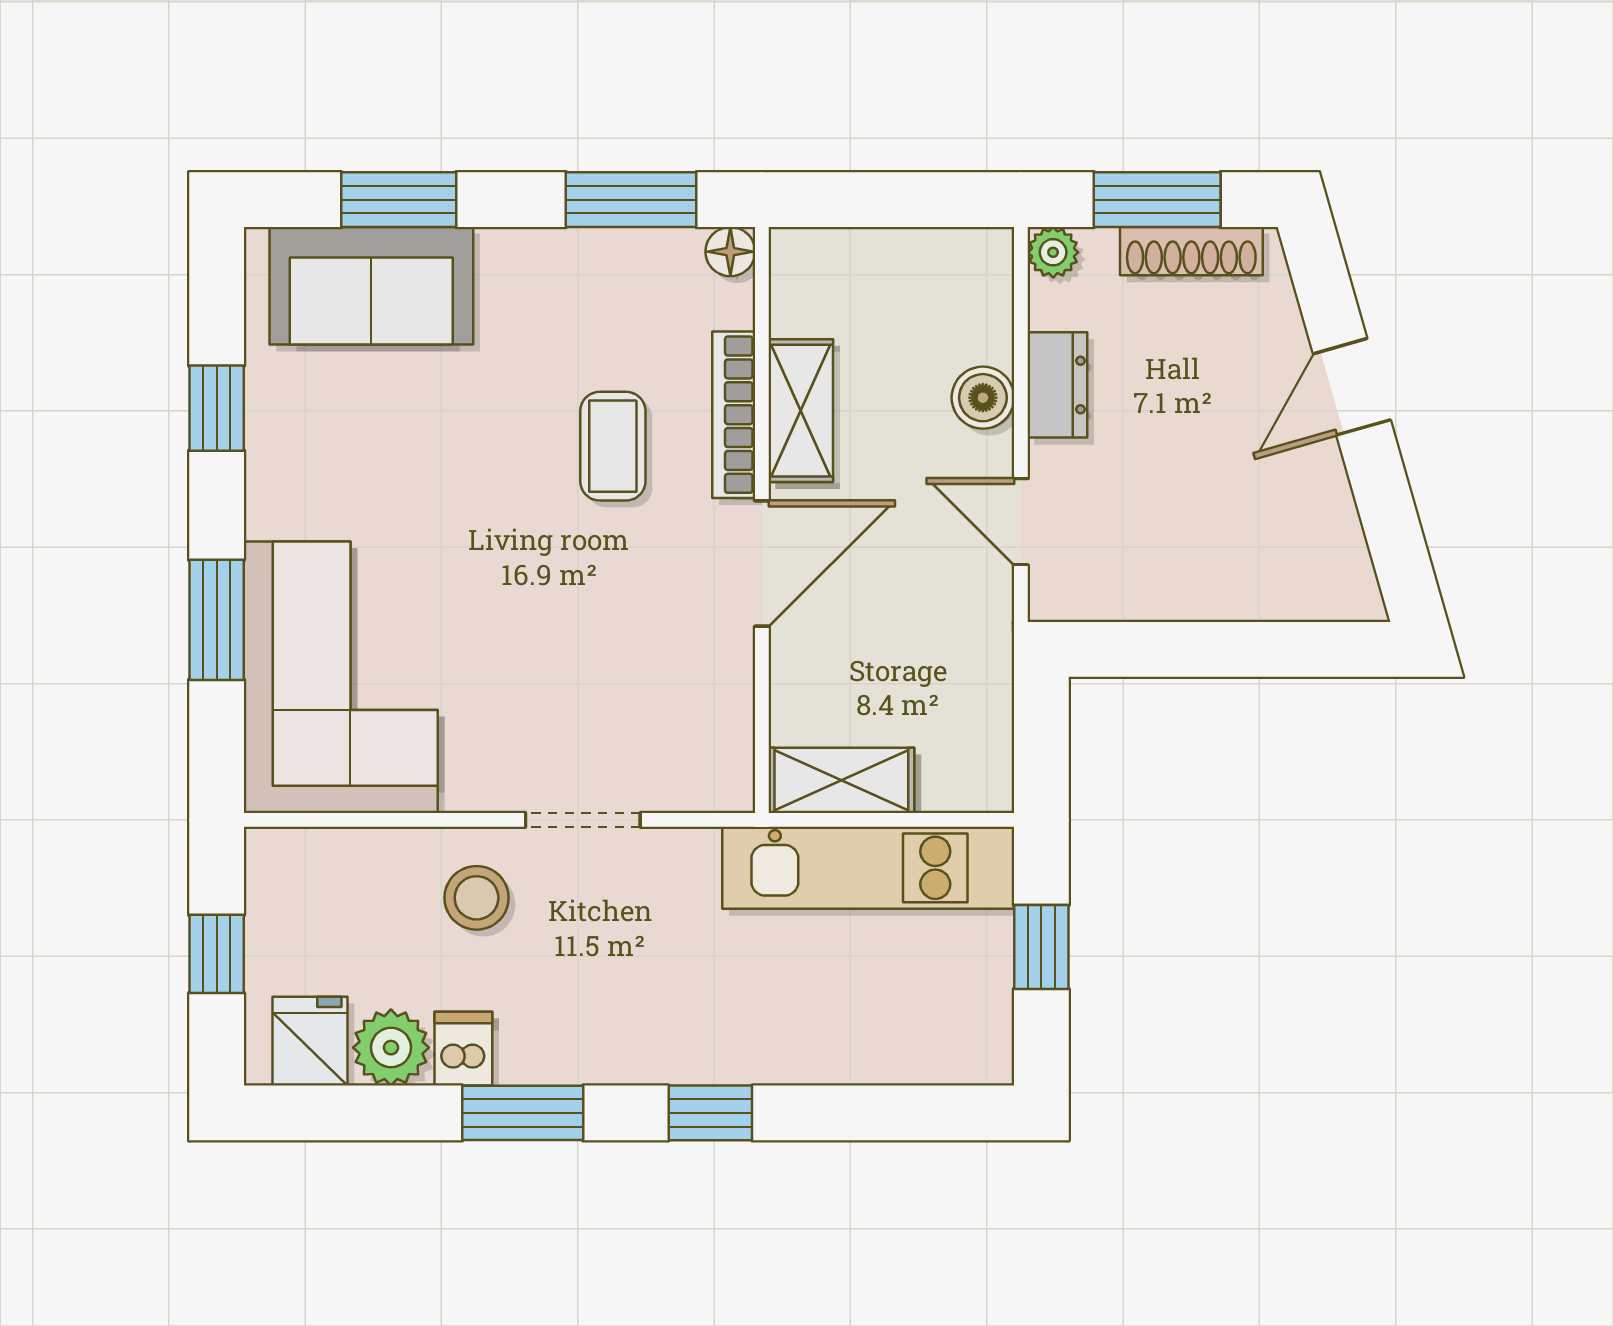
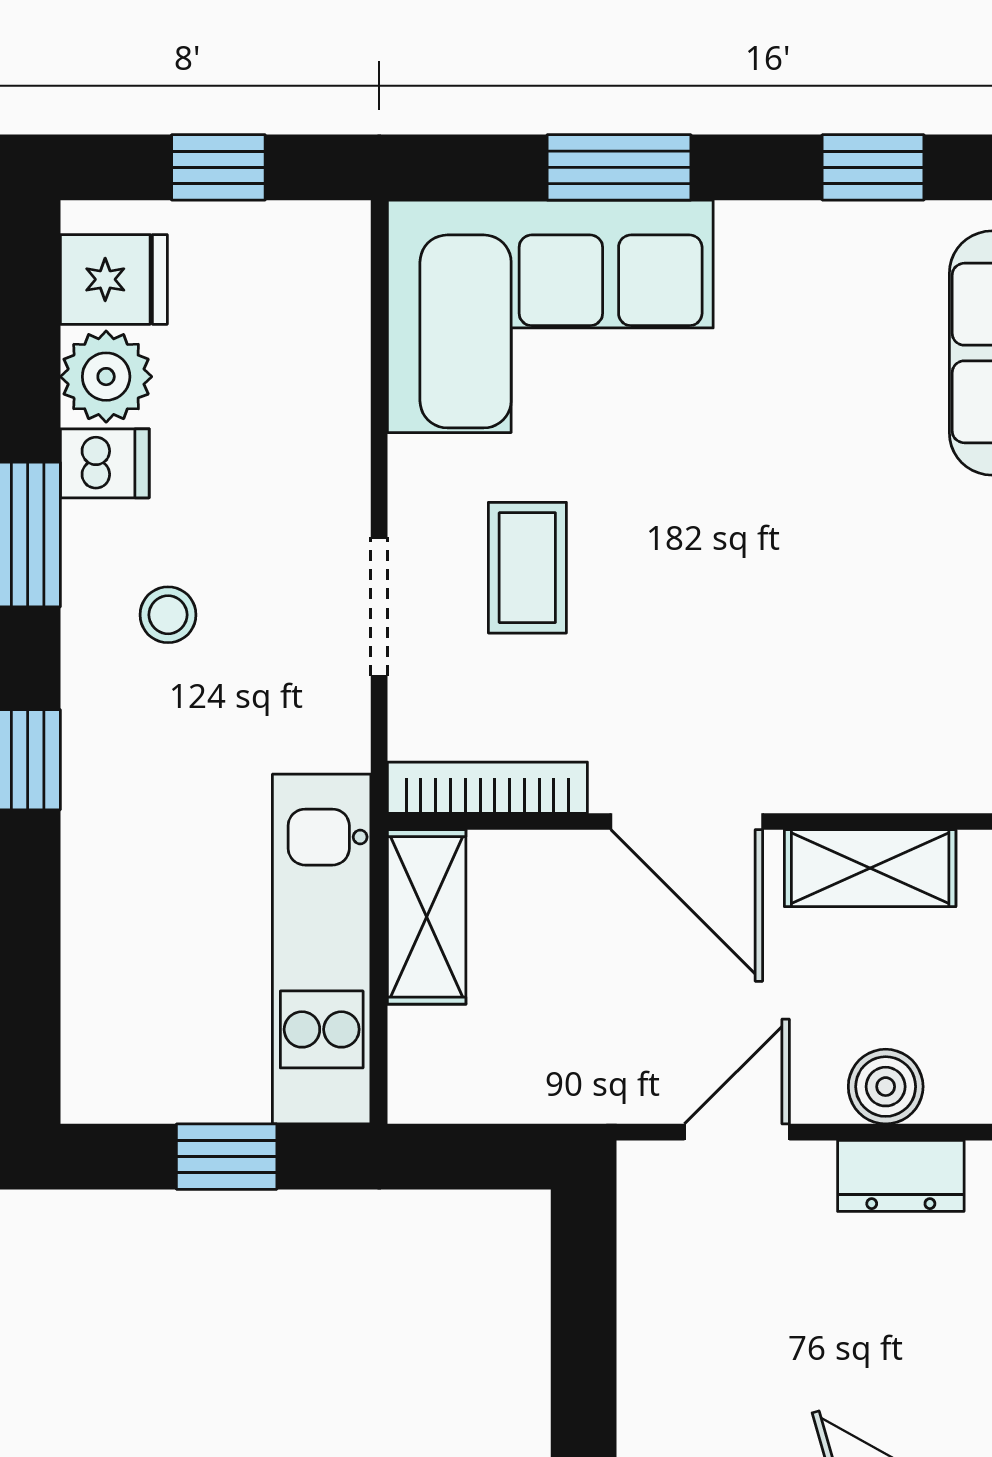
bookcase: (734, 415) -> (487, 788), moved
coffee table: (613, 446) -> (527, 568), moved, turned 90
stool: (477, 898) -> (168, 615), moved, width x0.73, depth x0.73

